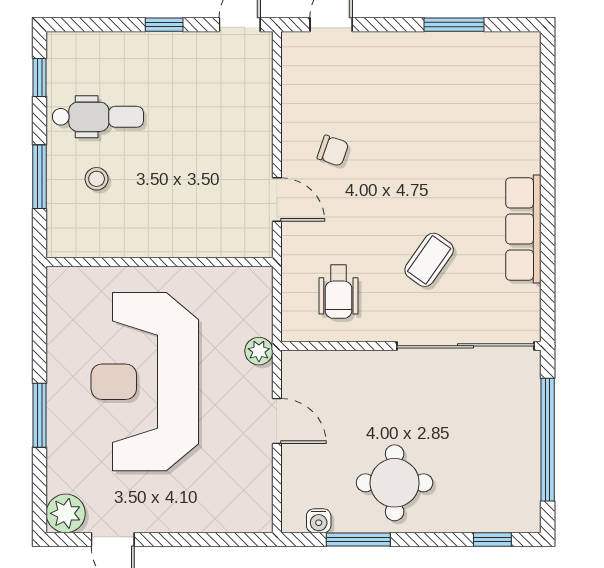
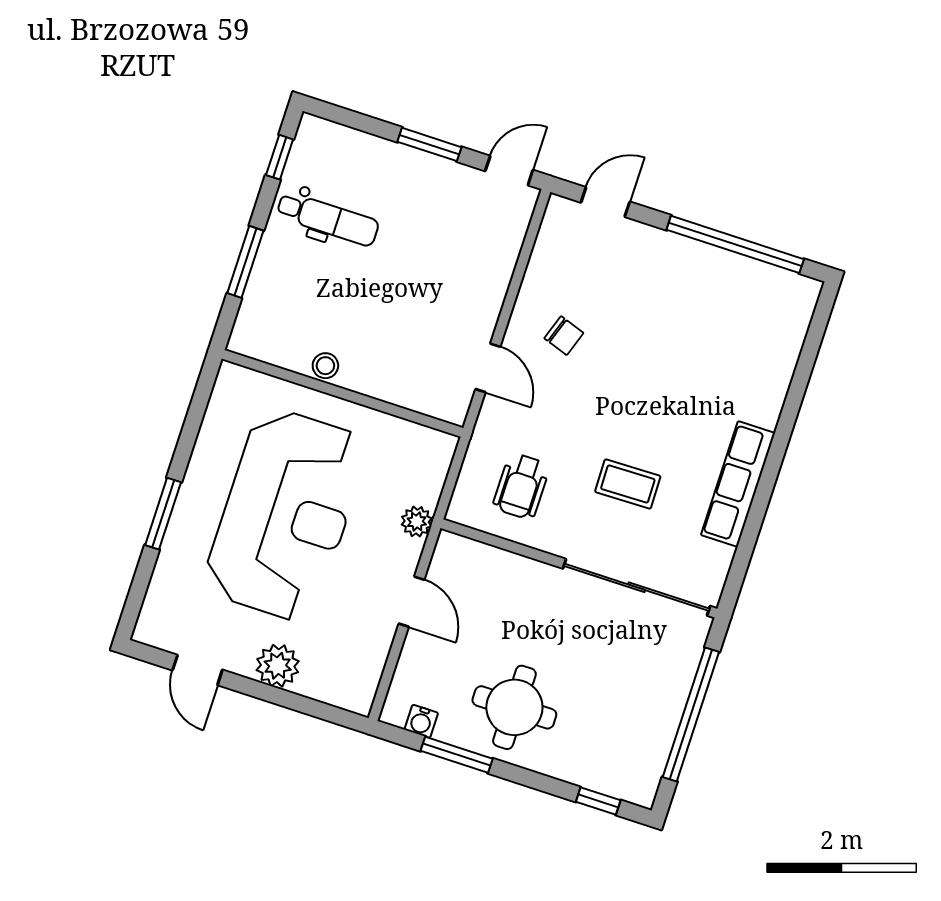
window: (164, 25) -> (429, 144), width x1.50
window: (454, 25) -> (735, 244), width x2.11
stool: (97, 179) -> (325, 366), moved
coffee table: (429, 260) -> (628, 484), turned 54
reception desk: (145, 382) -> (286, 515), turned 180
plant: (66, 513) -> (278, 666), moved

